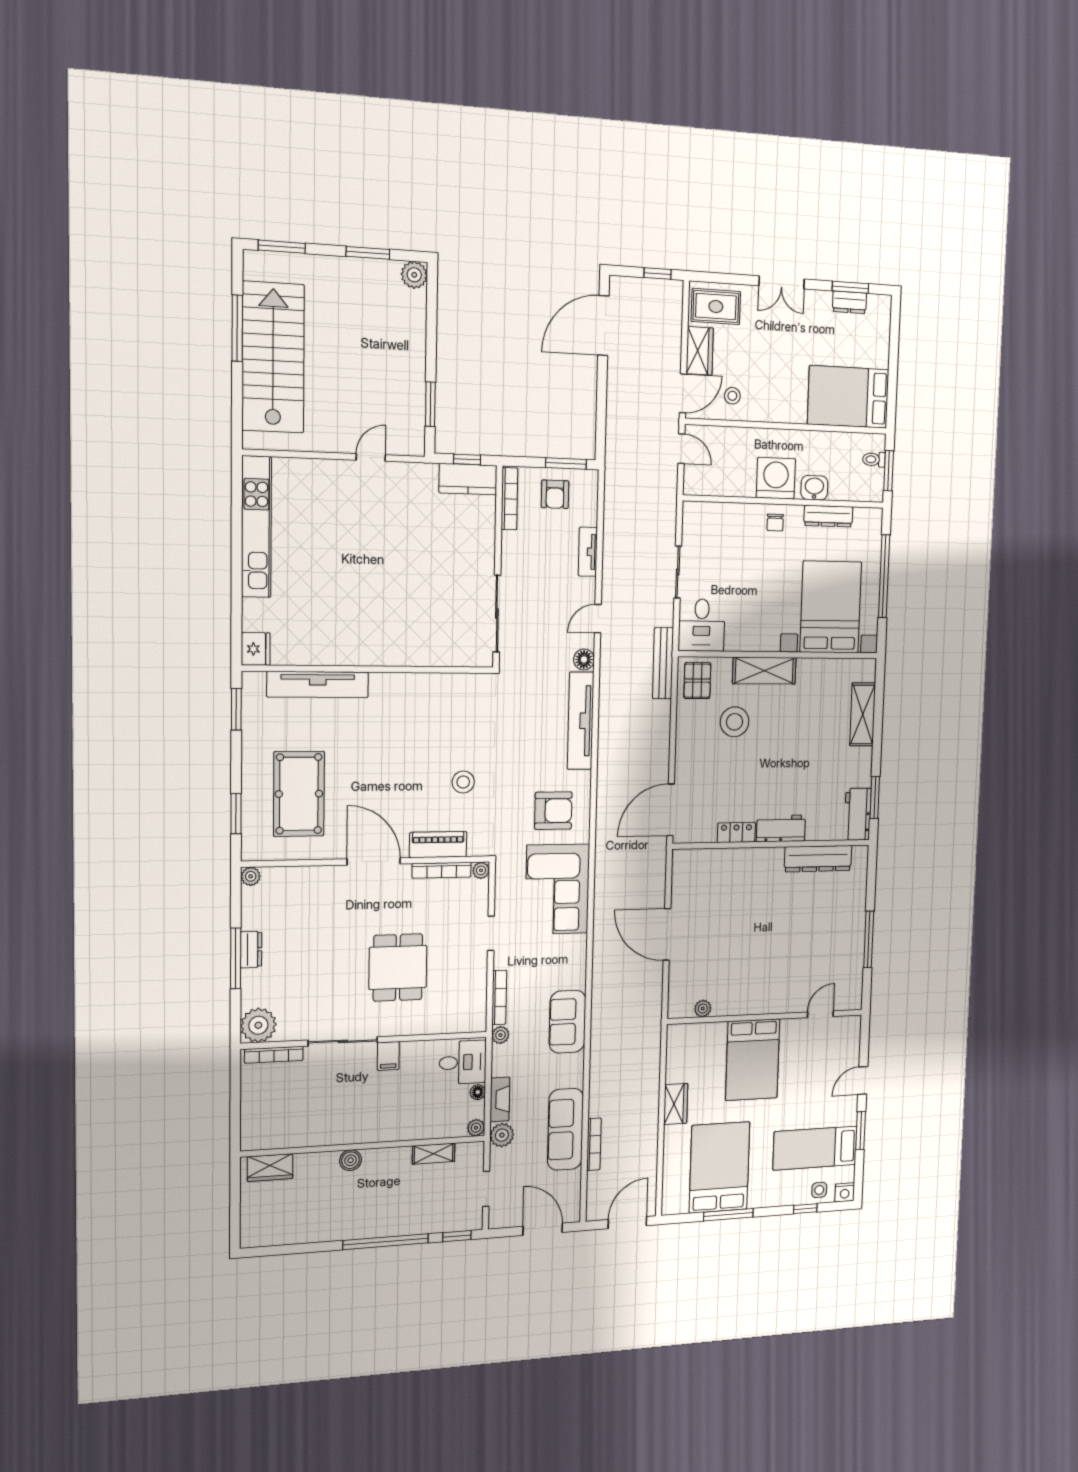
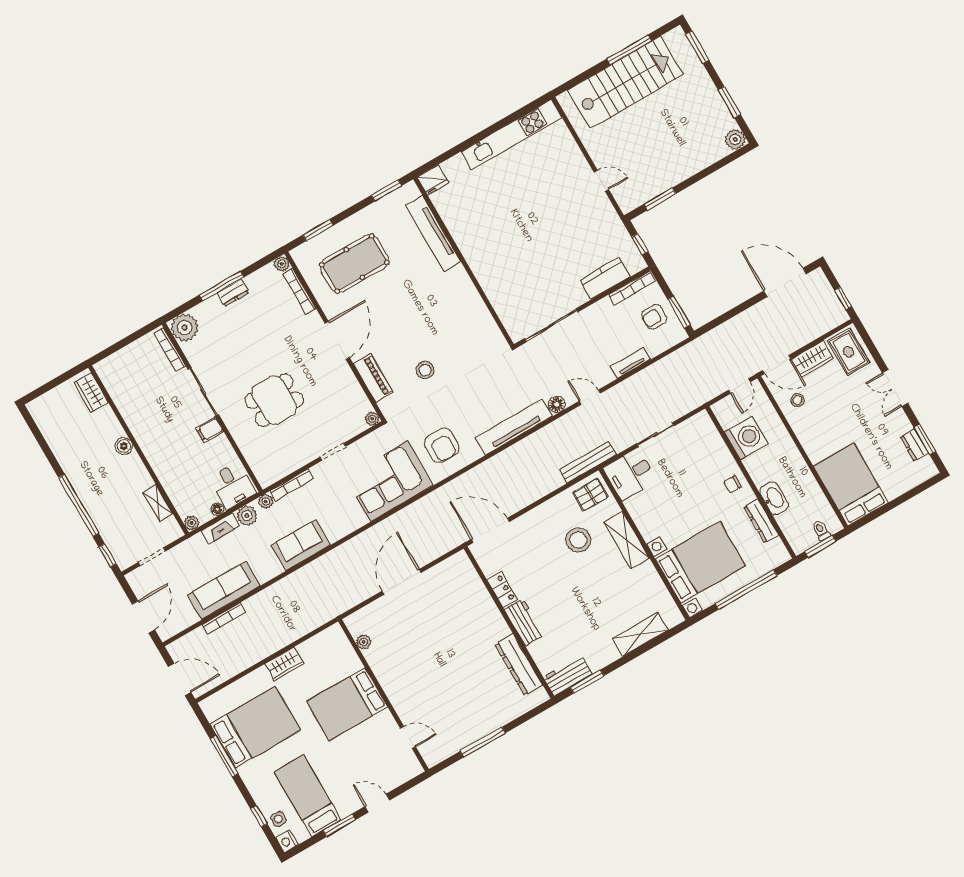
washing machine: (776, 478) -> (746, 438), moved
kitchen counter: (468, 479) -> (605, 278), moved, turned 90
washbasin: (814, 488) -> (774, 498), width x1.38
bookcase: (442, 870) -> (299, 291), moved
plant: (502, 1135) -> (247, 516), moved

